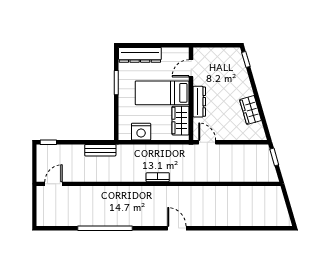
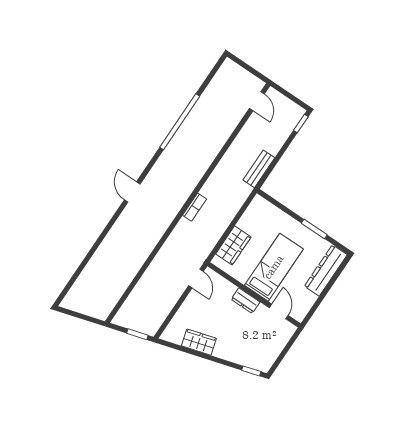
dresser: (199, 102) -> (246, 301), width x0.70
wardrobe: (181, 121) -> (233, 245), moved, turned 90
nightstand: (141, 132) -> (250, 221), removed
door: (207, 142) -> (196, 278), hinge flipped
door: (177, 228) -> (132, 192), swing flipped

